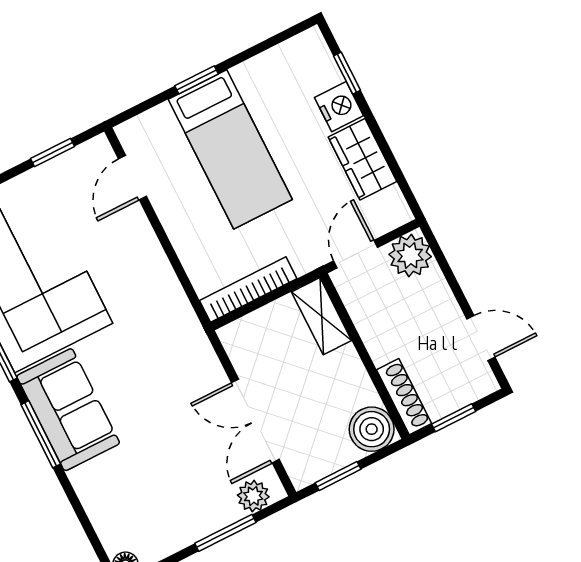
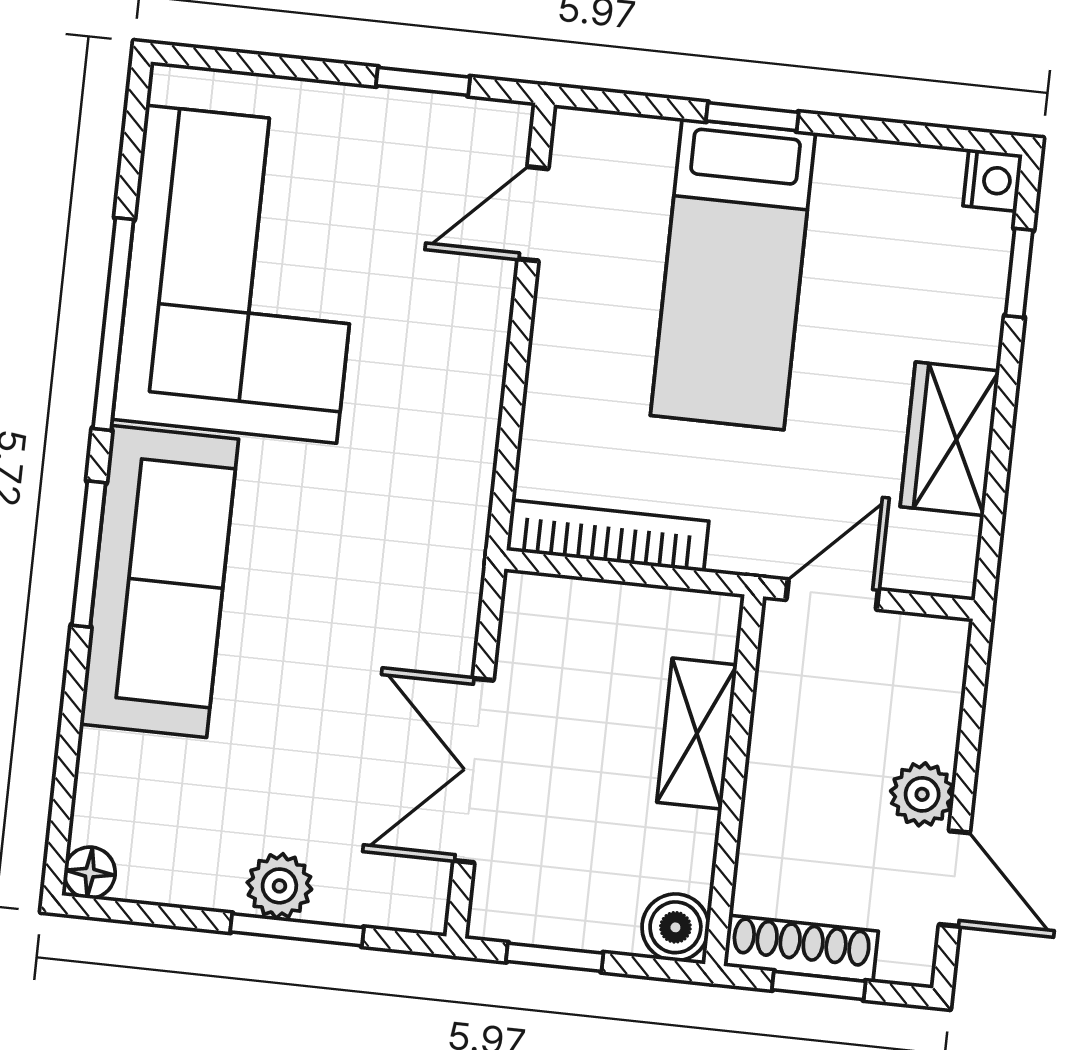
nightstand: (339, 107) -> (993, 180), moved, width x0.72, depth x0.74
plant: (410, 256) -> (922, 794), moved, width x0.73, depth x0.73
shelving: (322, 316) -> (697, 734), moved
shoe rack: (404, 397) -> (801, 949), moved, turned -90
sofa: (68, 410) -> (159, 582), width x1.36
boiler: (372, 429) -> (675, 927), width x0.73, depth x0.73
plant: (253, 496) -> (279, 886), moved

